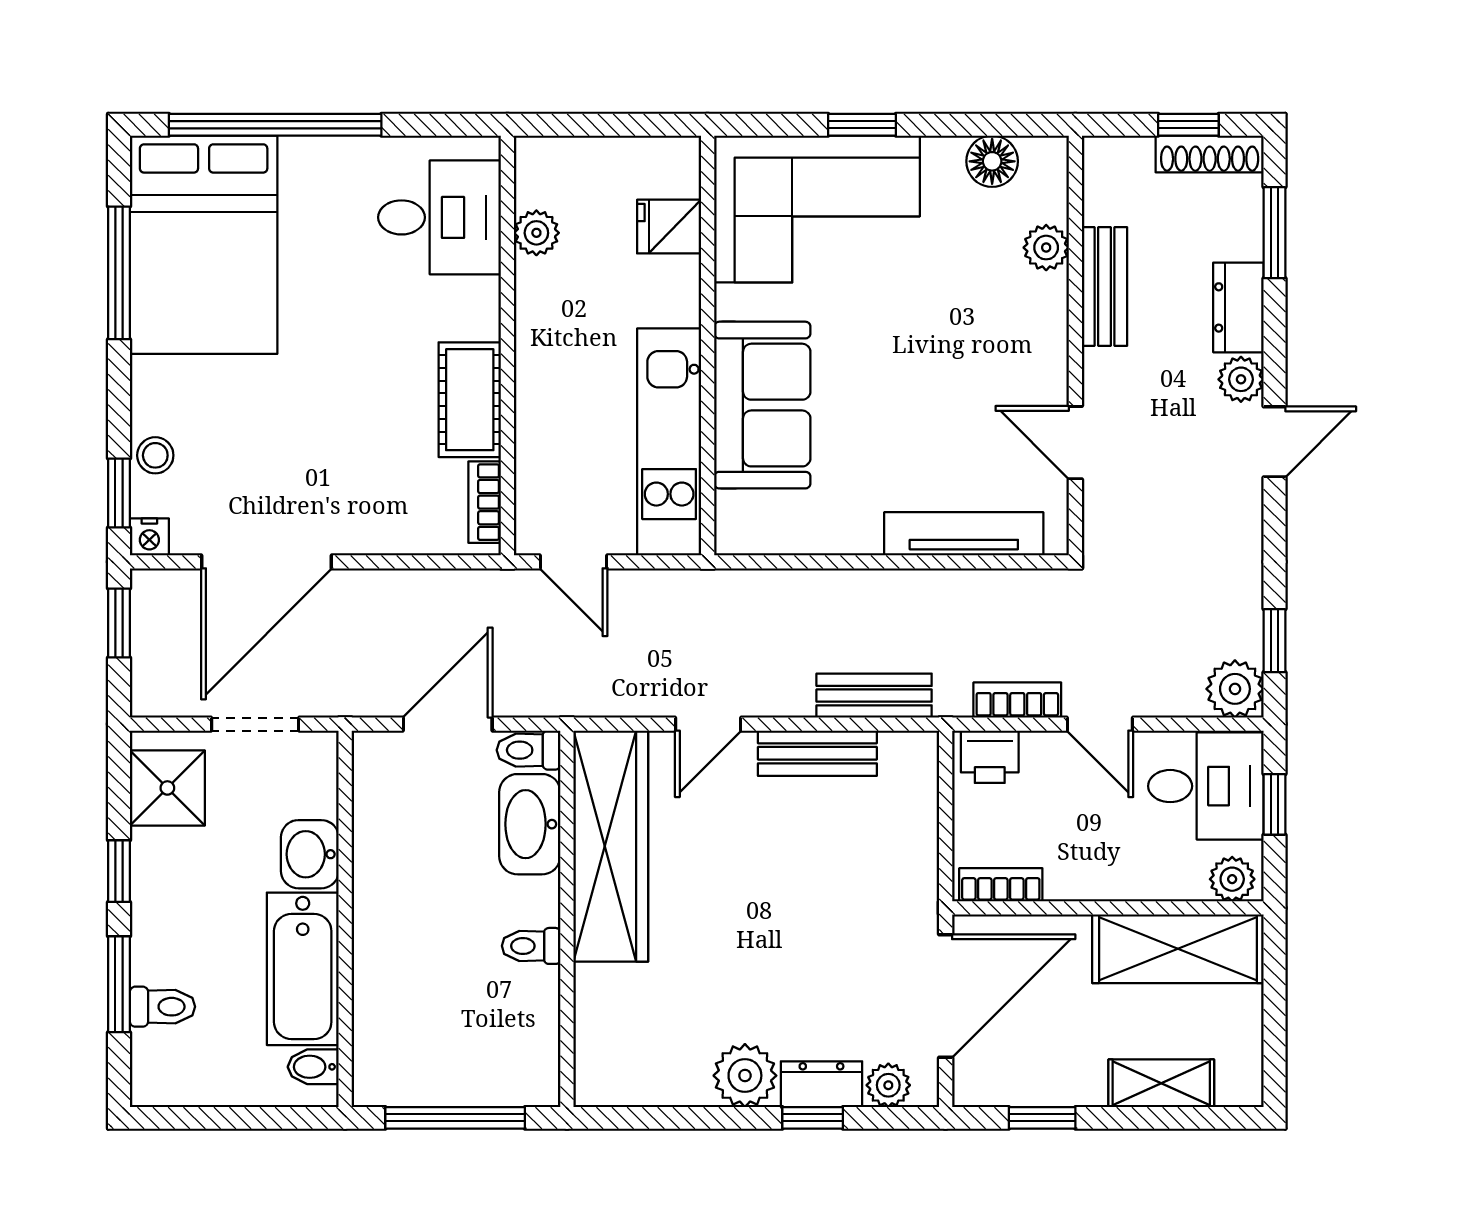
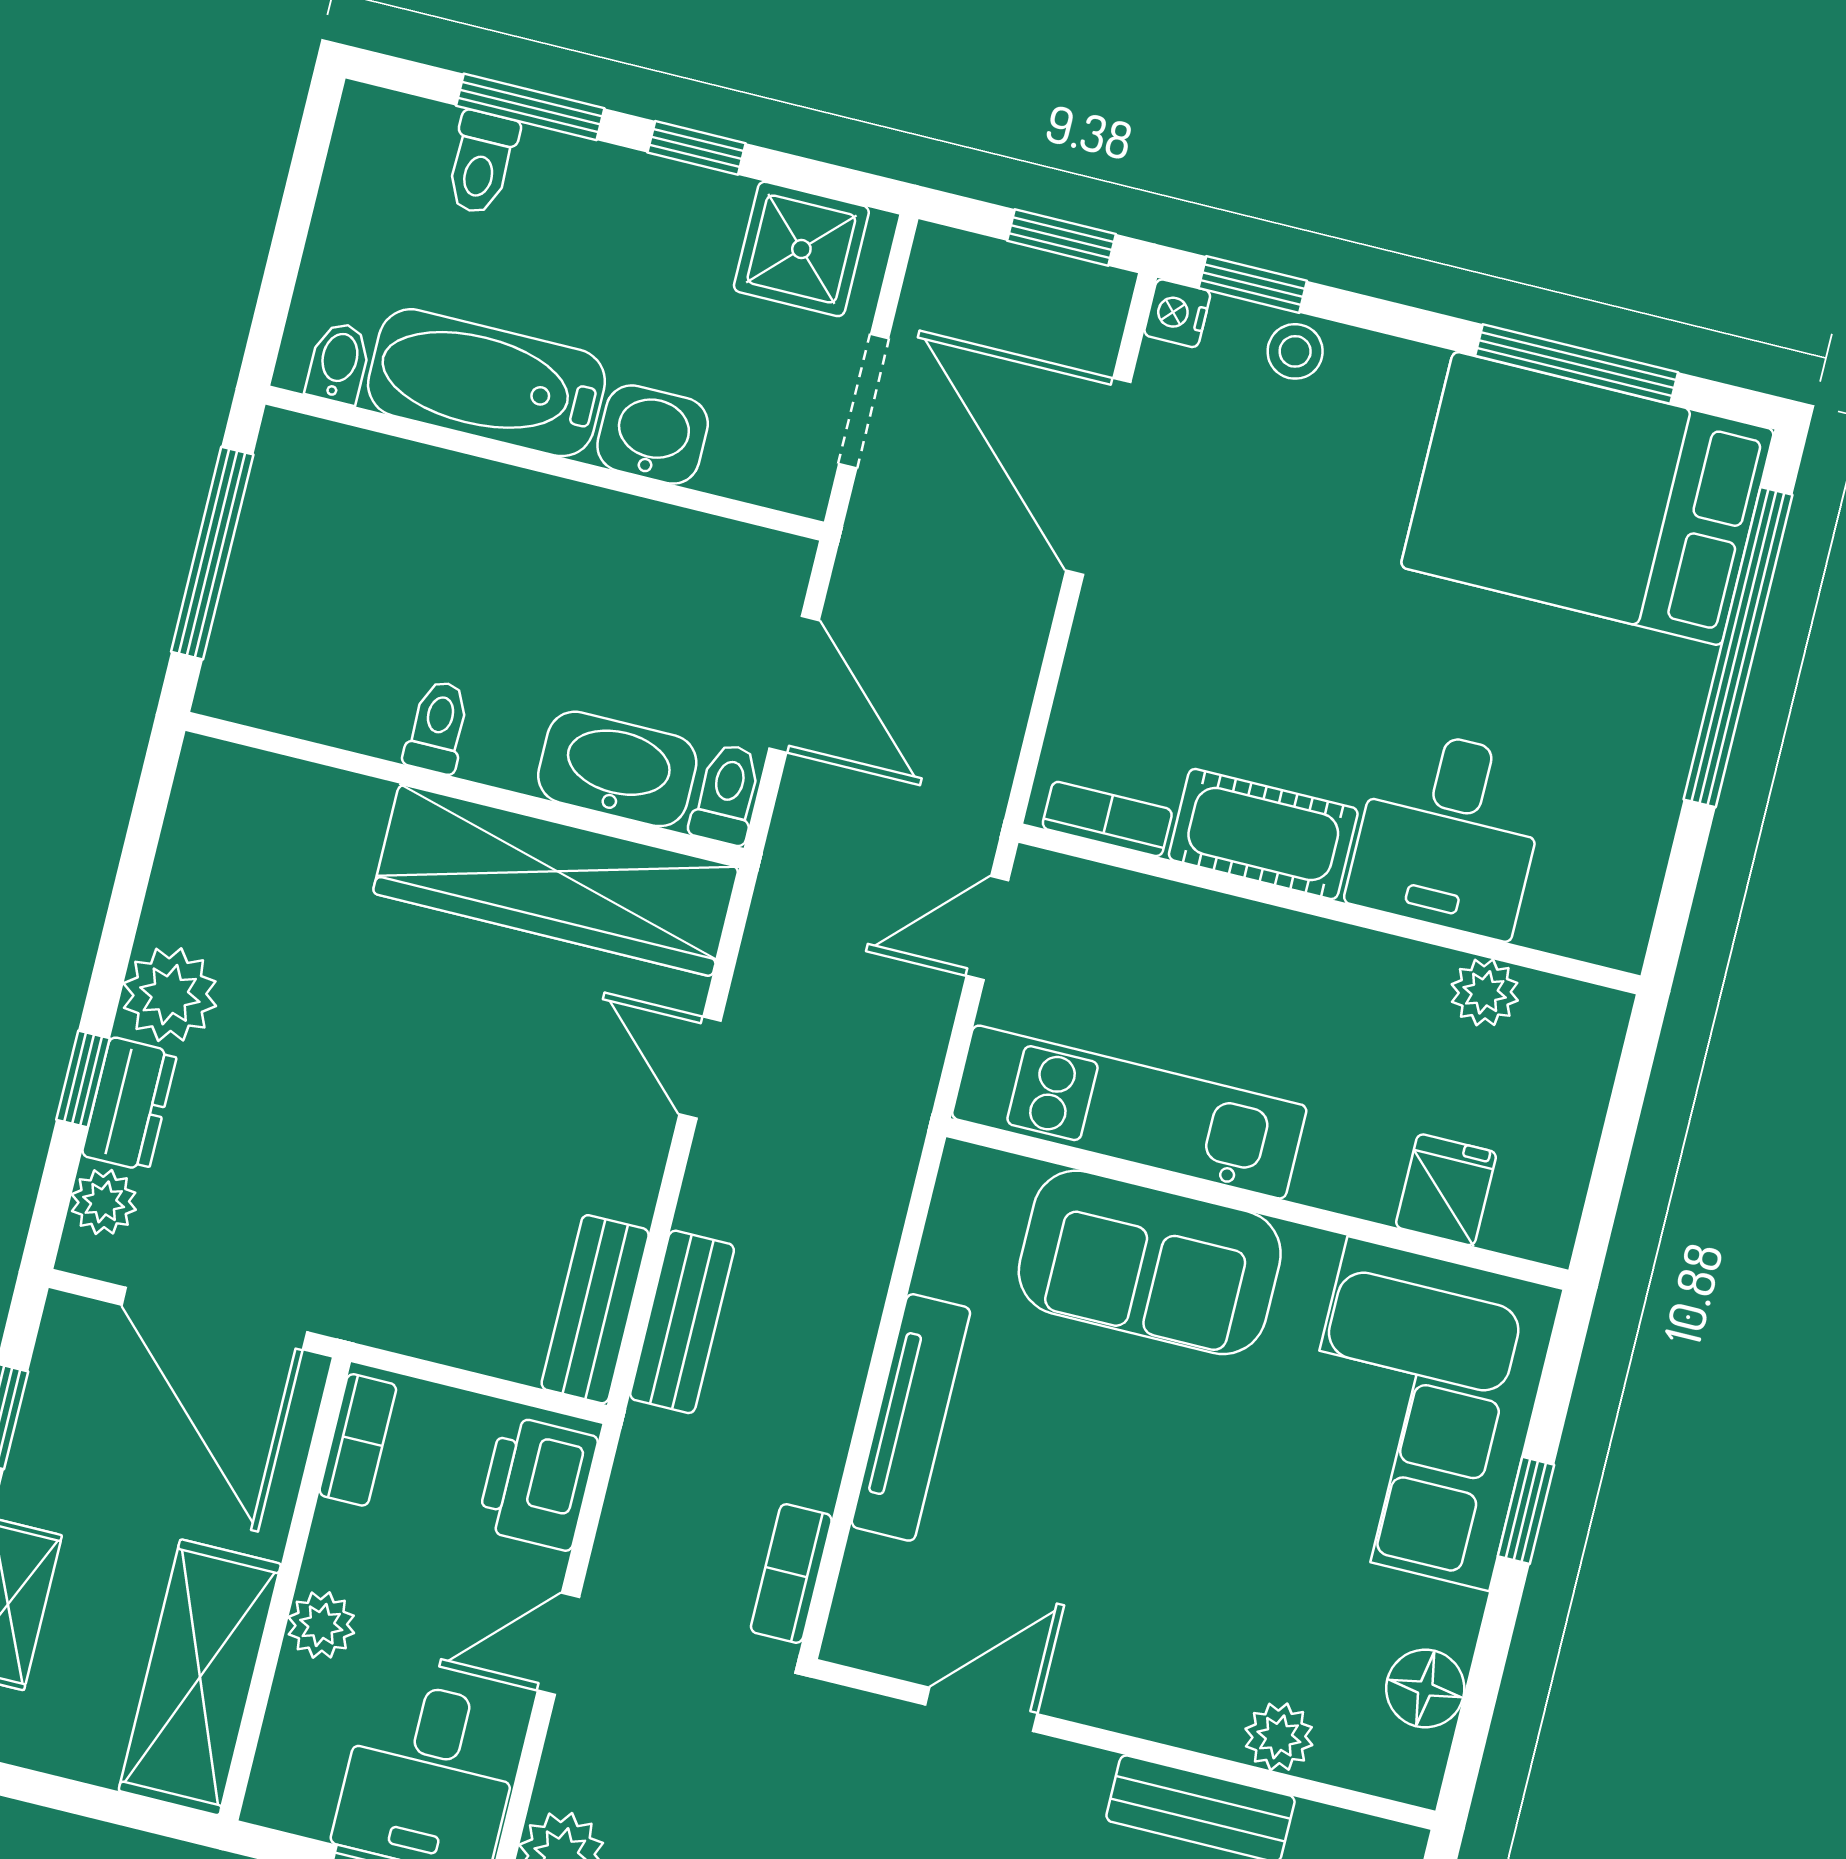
desk: (440, 217) -> (1449, 832), moved
tv unit: (964, 534) -> (911, 1417), moved
bookcase: (1017, 700) -> (791, 1574), moved, turned 180
bench: (817, 753) -> (595, 1309), moved
printer: (990, 757) -> (537, 1483), width x1.36, depth x1.24
plant: (1232, 879) -> (321, 1625), moved

